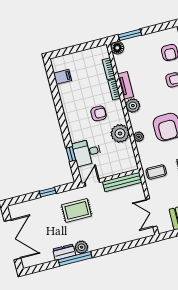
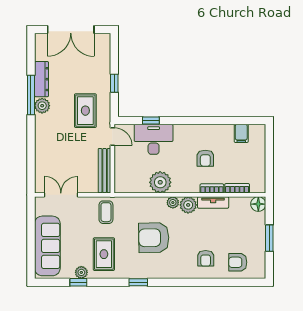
window: (130, 35) -> (269, 238), moved
armchair: (99, 113) -> (205, 158), moved
plant: (139, 137) -> (173, 203), moved
desk: (87, 152) -> (154, 139), width x1.37
dresser: (64, 252) -> (42, 79), width x1.44

